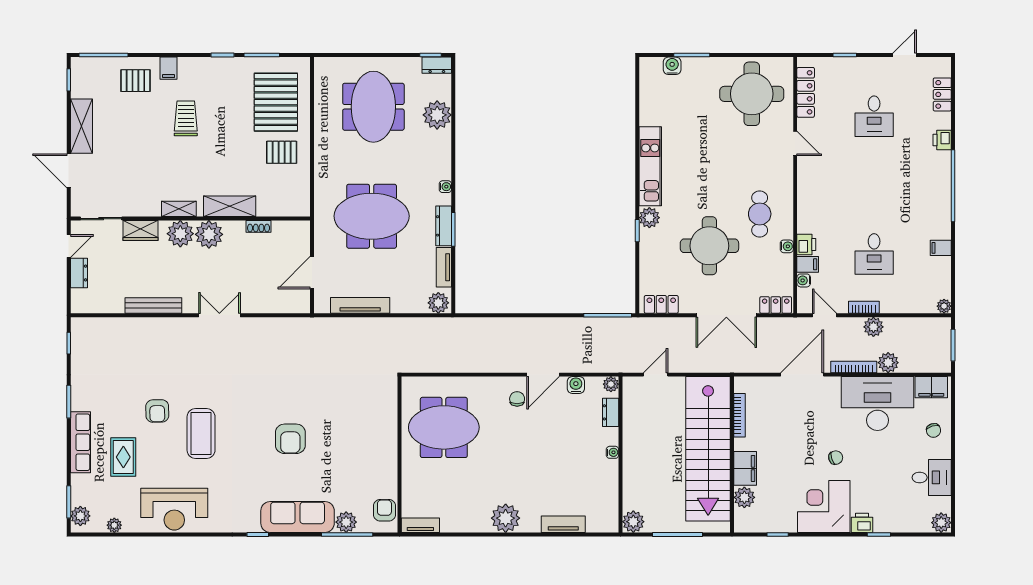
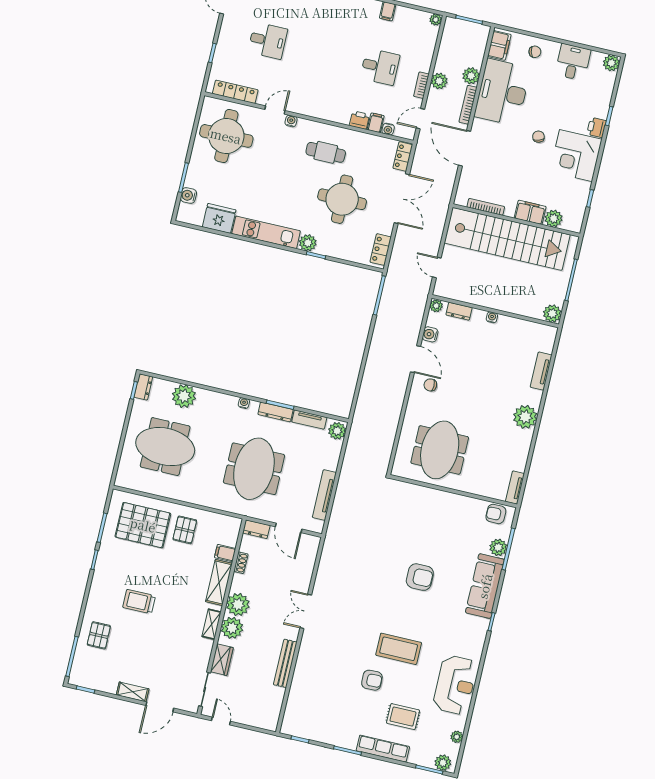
filing cabinet: (169, 68) -> (225, 553), moved, turned 180
fridge: (654, 108) -> (219, 218), added
shelving: (81, 126) -> (133, 692), width x0.67, depth x0.75
water cooler: (787, 246) -> (291, 121), moved
dresser: (79, 273) -> (256, 529), moved, turned 180

